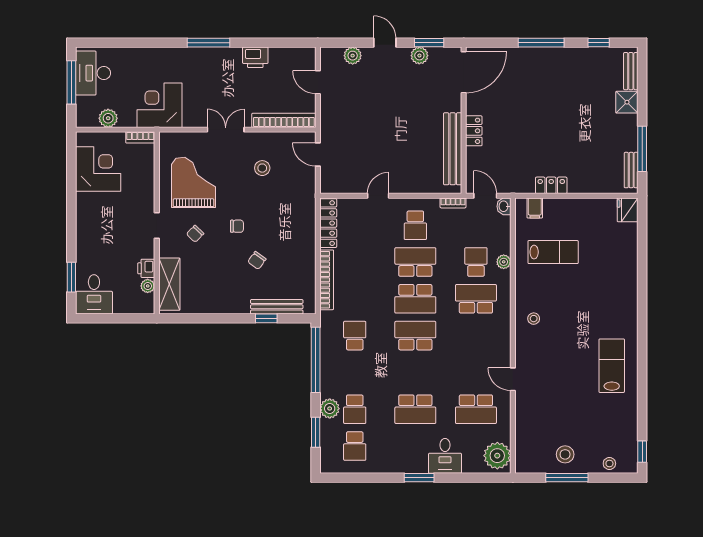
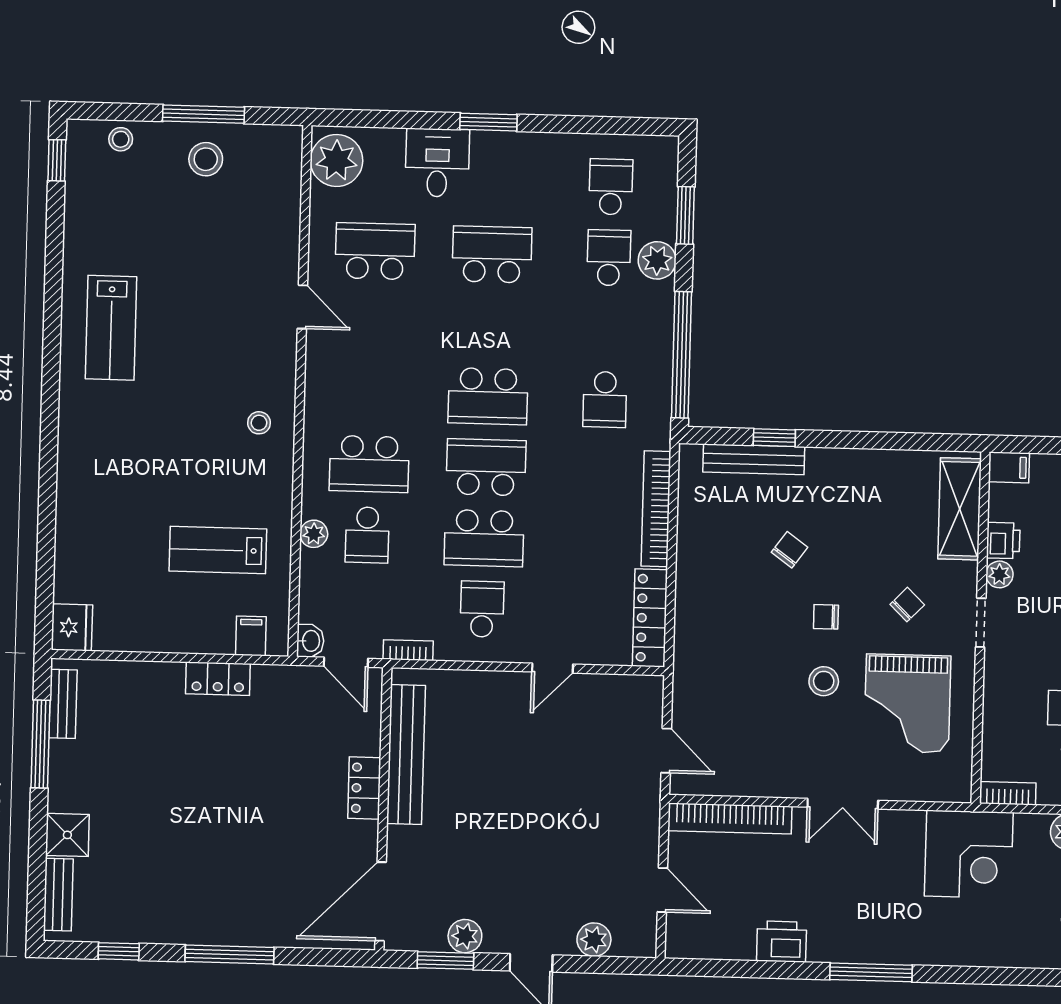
stool: (262, 168) -> (824, 681), moved
plant: (148, 286) -> (999, 574), moved
filing cabinet: (144, 306) -> (1009, 467), added

